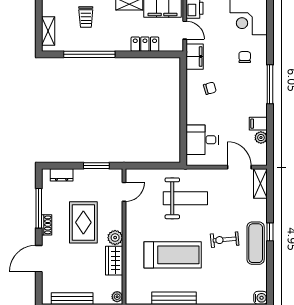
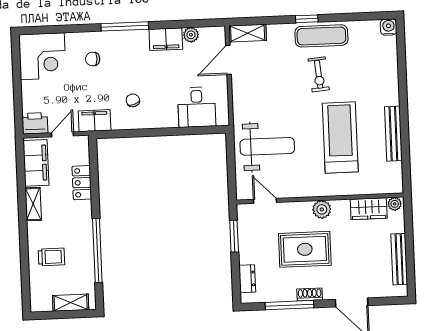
filing cabinet: (258, 124) -> (166, 39), width x2.00
weight bench: (185, 198) -> (267, 146), moved, turned 90
wardrobe: (114, 261) -> (369, 209), moved

